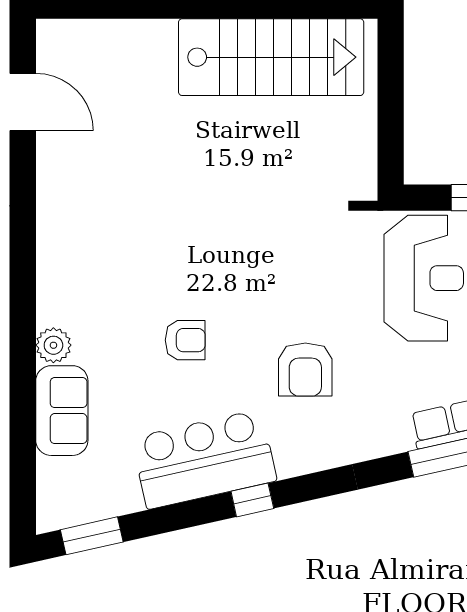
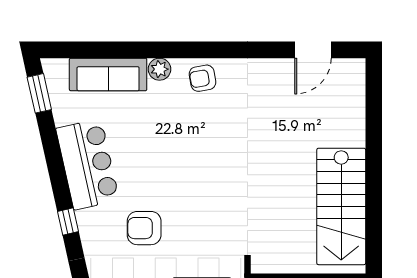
armchair: (185, 340) -> (203, 78), moved, turned 80
sofa: (62, 411) -> (108, 74), width x1.36
window: (252, 500) -> (68, 222), moved

